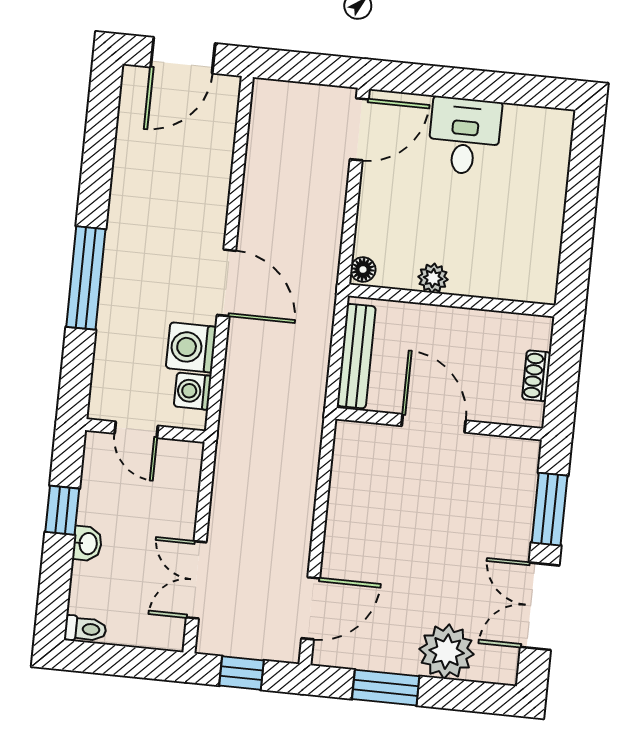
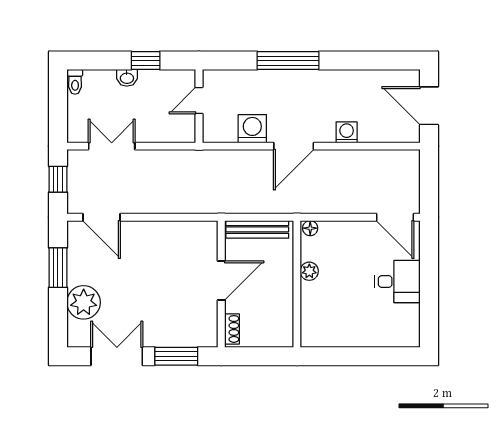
shoe rack: (536, 376) -> (232, 329), moved, turned 90
washing machine: (193, 391) -> (347, 132), moved

